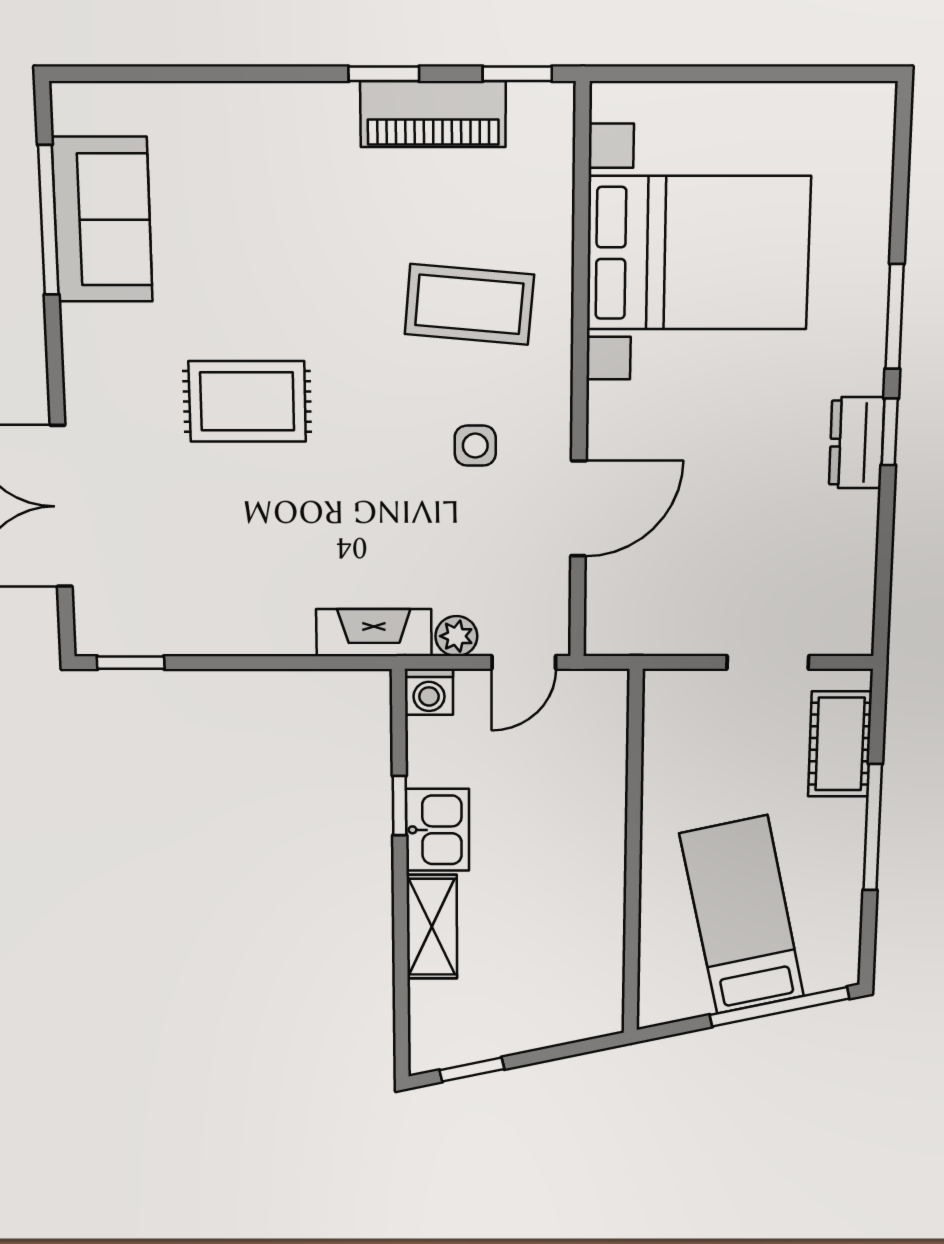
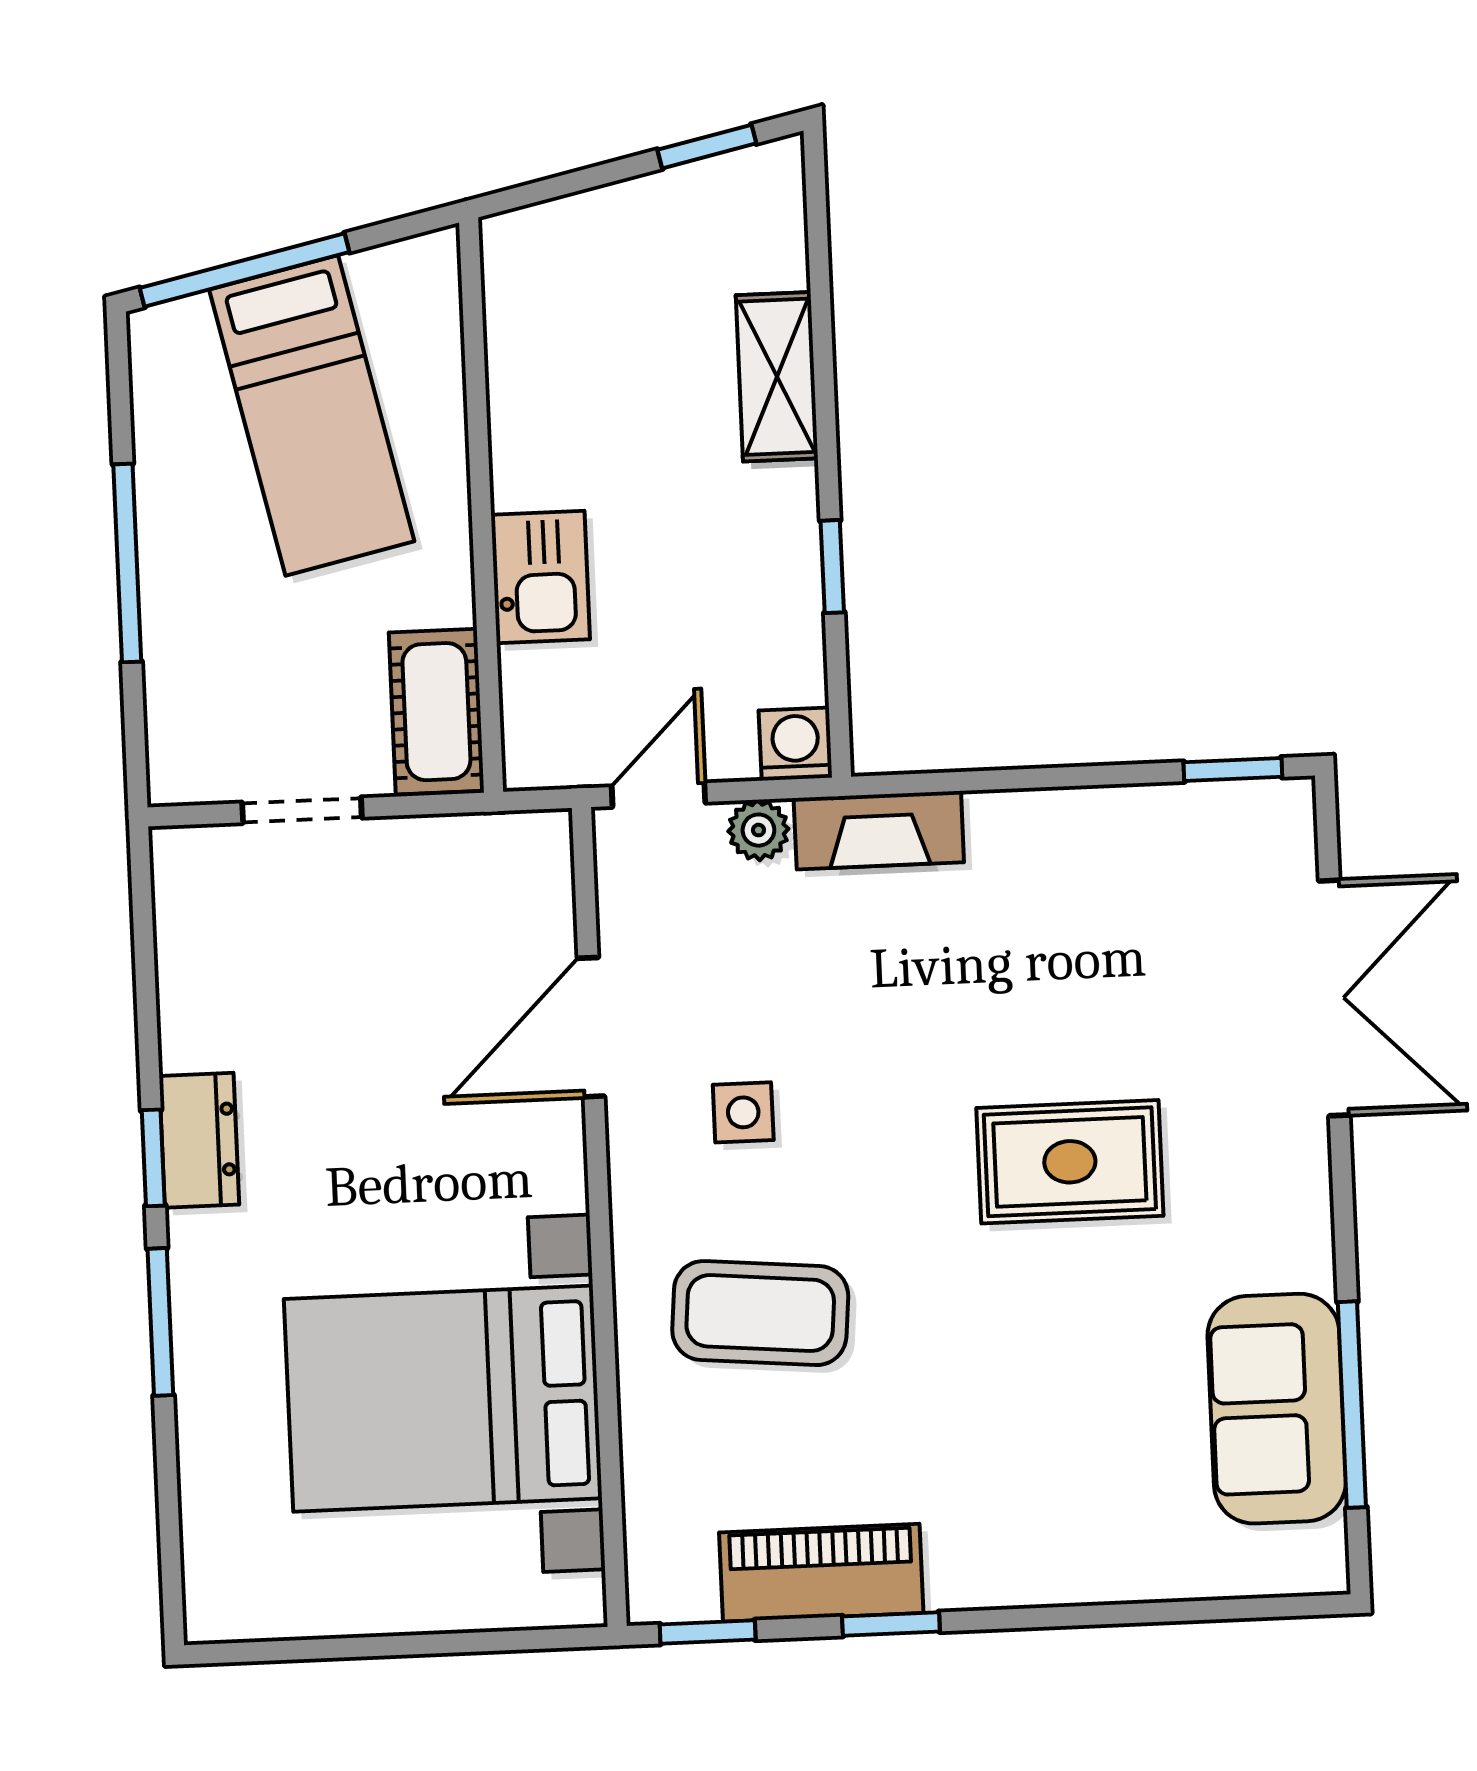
cot: (840, 744) -> (436, 712), moved
kitchen sink: (438, 830) -> (540, 577), moved, turned 180

